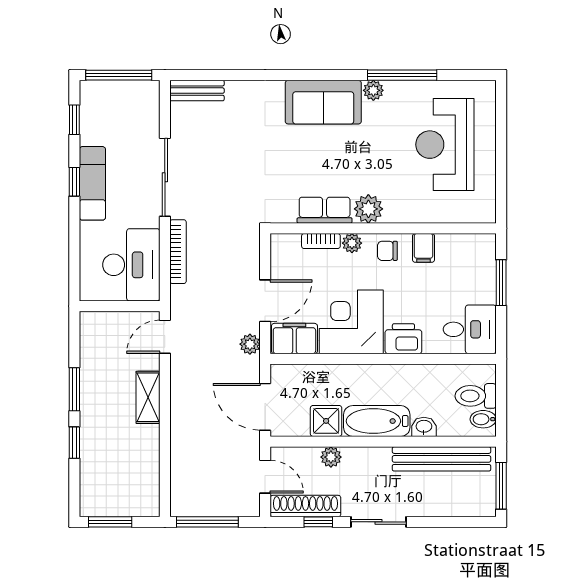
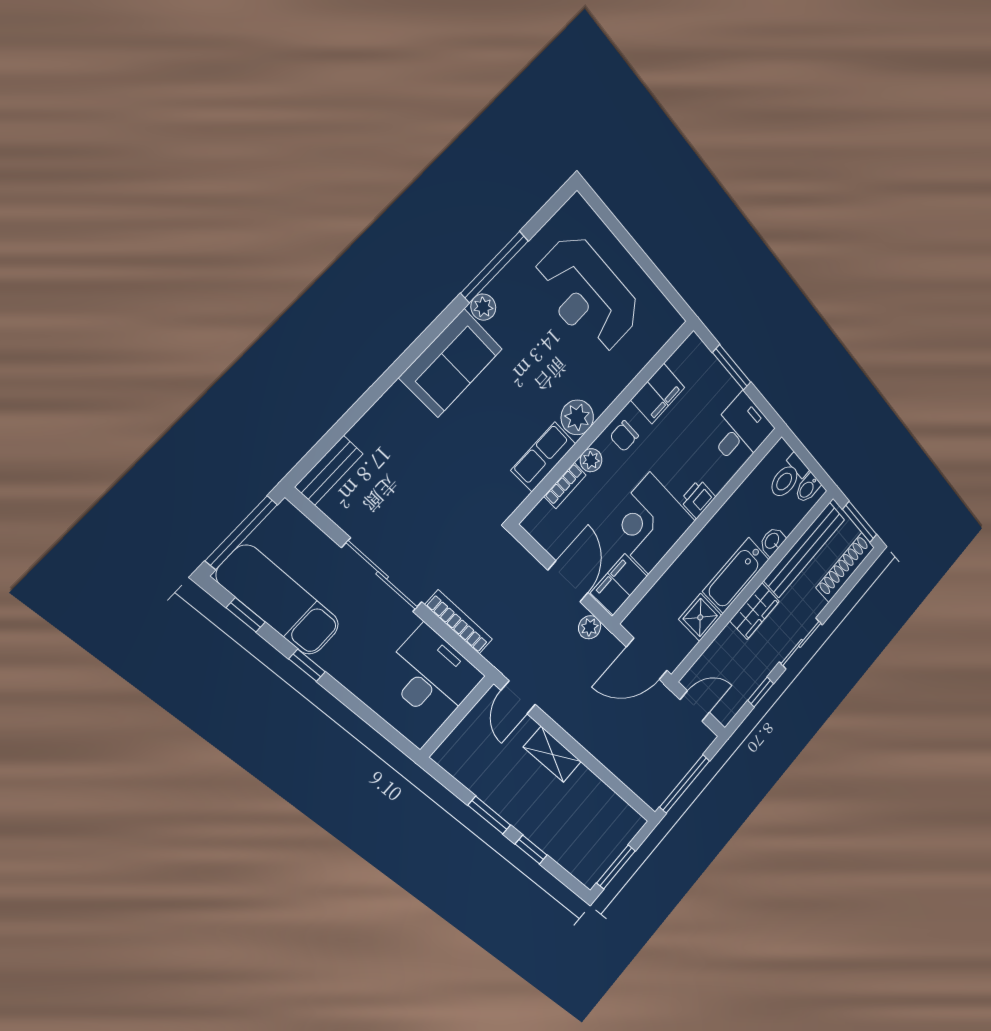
exam couch: (92, 183) -> (278, 600), moved, width x1.36, depth x1.45
filing cabinet: (424, 248) -> (658, 394), width x2.00
printer: (403, 339) -> (698, 499), width x0.73, depth x0.81
plant: (331, 457) -> (728, 638), removed
wardrobe: (367, 460) -> (755, 611), added
shoe rack: (305, 506) -> (845, 568), moved

